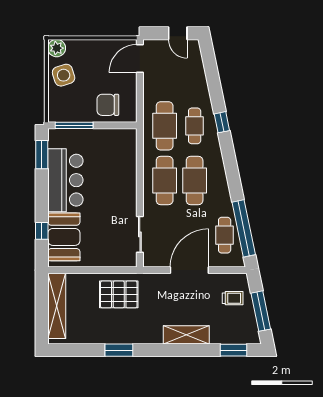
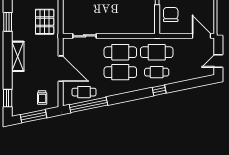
shelving: (186, 335) -> (18, 56), moved

